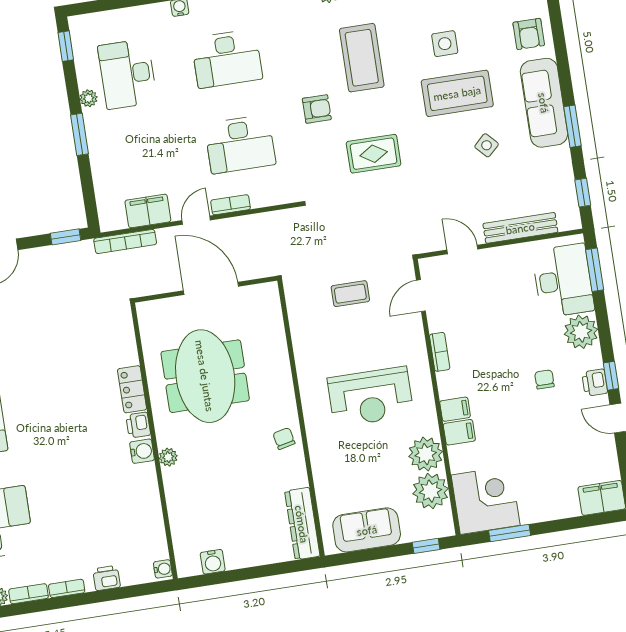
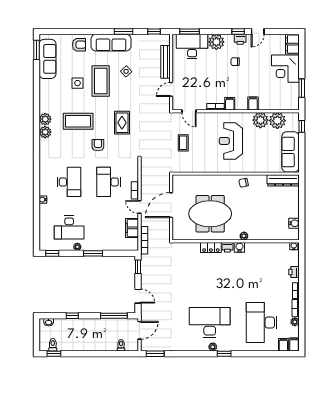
desk: (240, 144) -> (108, 182), turned 180
reception desk: (371, 397) -> (231, 141), turned 180
filing cabinet: (455, 409) -> (230, 104), moved
corner desk: (486, 500) -> (285, 69), moved, turned -90
sofa: (367, 530) -> (290, 152), width x1.36

